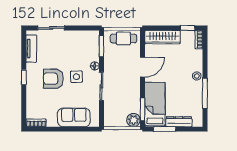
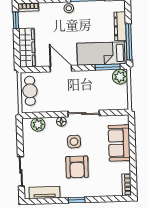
plant: (93, 45) -> (38, 125), added
window: (101, 46) -> (39, 115), removed
window: (165, 129) -> (129, 42), width x1.44

